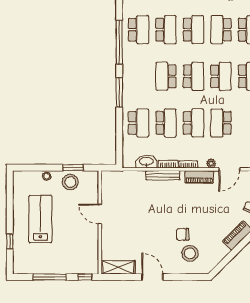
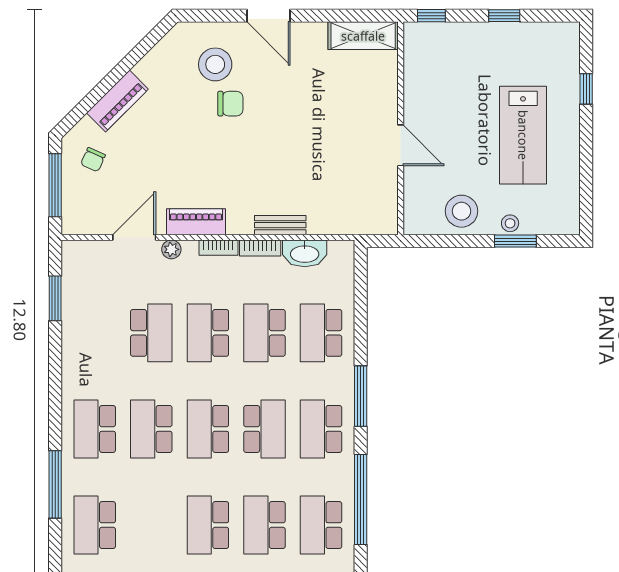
school desk: (221, 30) -> (321, 429), moved, turned 180
window: (73, 168) -> (515, 241), moved
bench: (163, 175) -> (280, 225), width x0.73
window: (50, 277) -> (504, 16), width x0.46
door: (152, 277) -> (269, 16), moved

